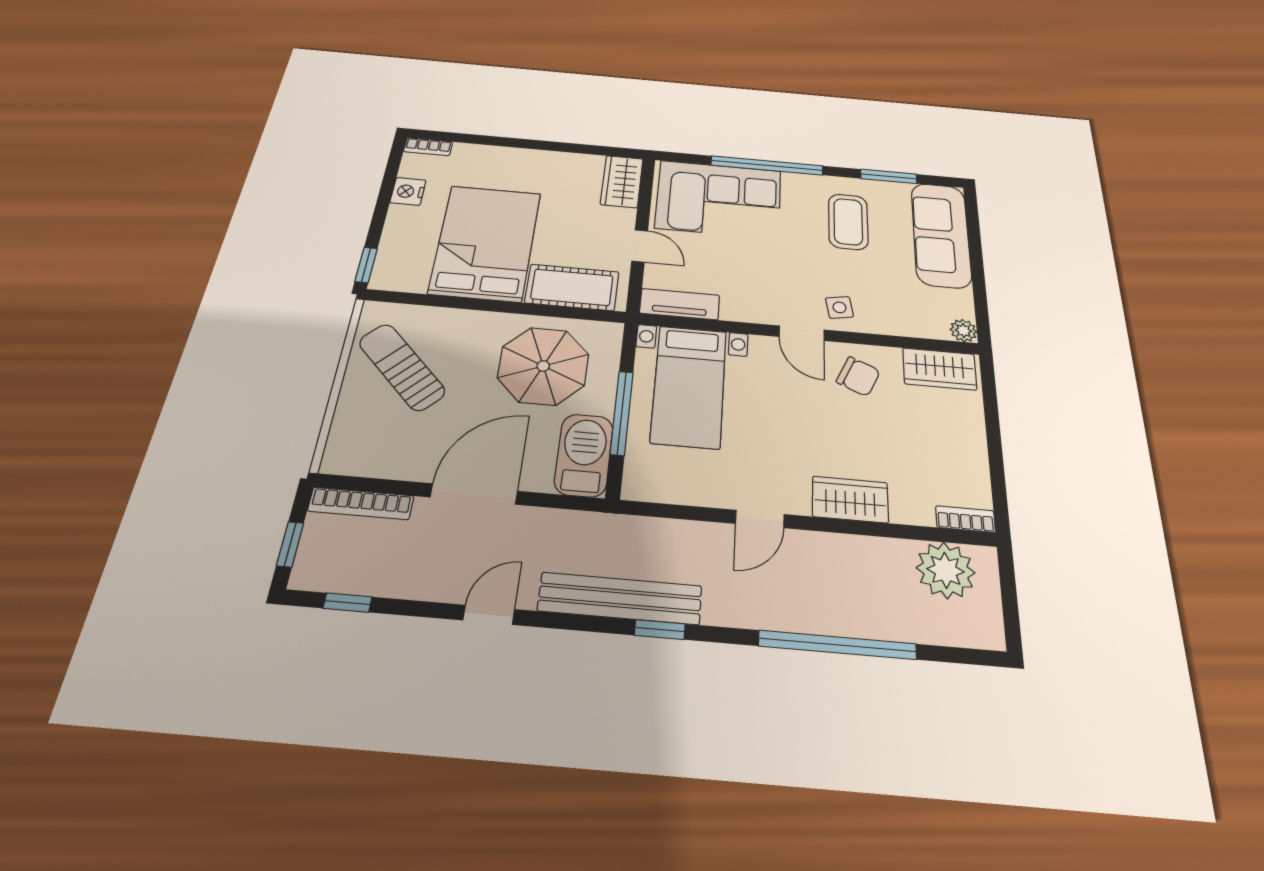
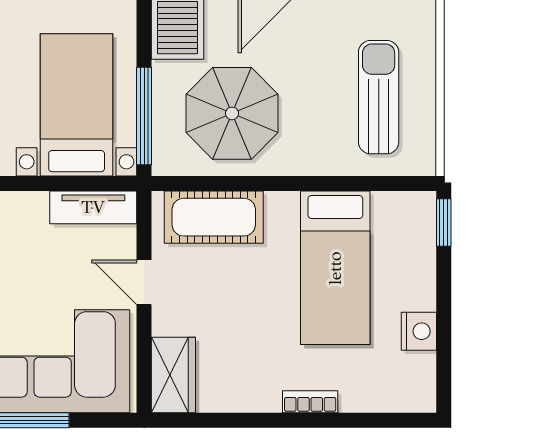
bookcase: (428, 147) -> (310, 402), moved
bed: (486, 243) -> (335, 268), width x0.67
sun lounger: (402, 367) -> (379, 97), turned -135
window: (622, 413) -> (144, 116), moved

